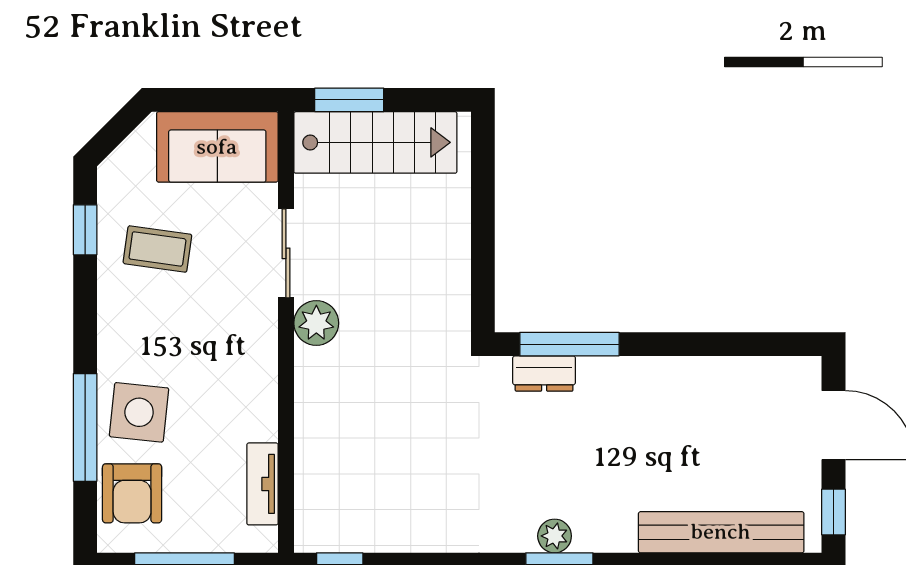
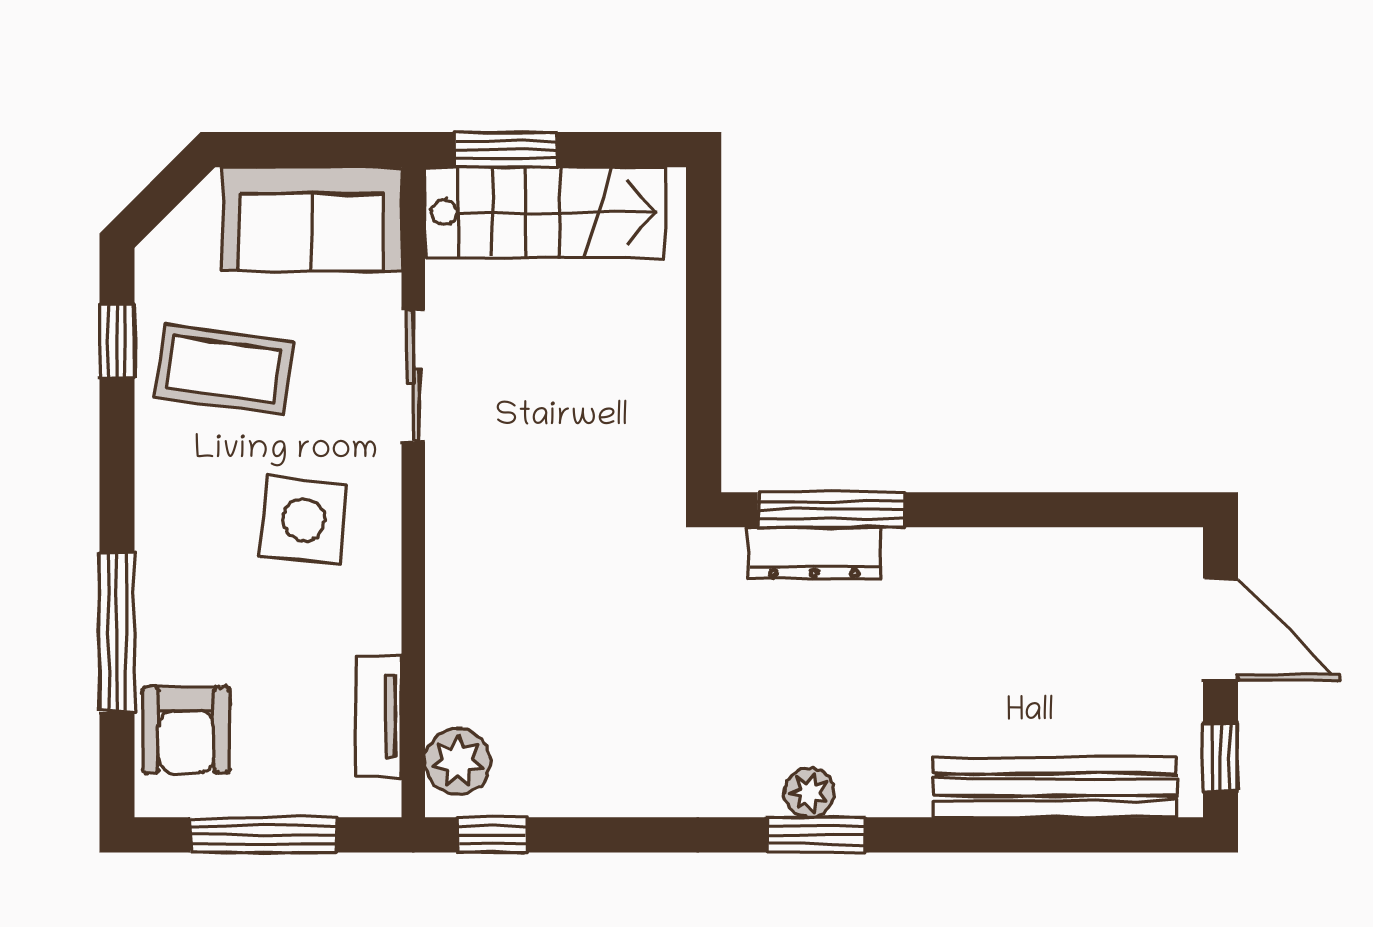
coffee table: (157, 249) -> (224, 369), width x1.36, depth x1.30
plant: (316, 323) -> (458, 761), moved
dresser: (544, 374) -> (814, 553), width x1.44
side table: (139, 412) -> (303, 520), moved

